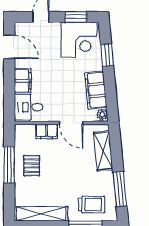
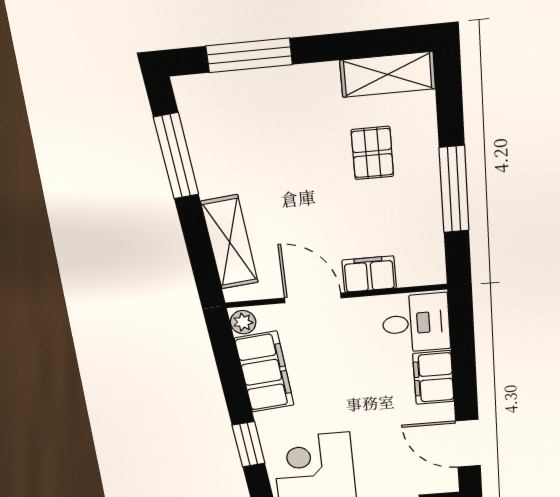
pallet: (32, 166) -> (372, 153), moved
trolley: (91, 205) -> (241, 112), removed
shelving: (41, 214) -> (388, 74), width x0.68

